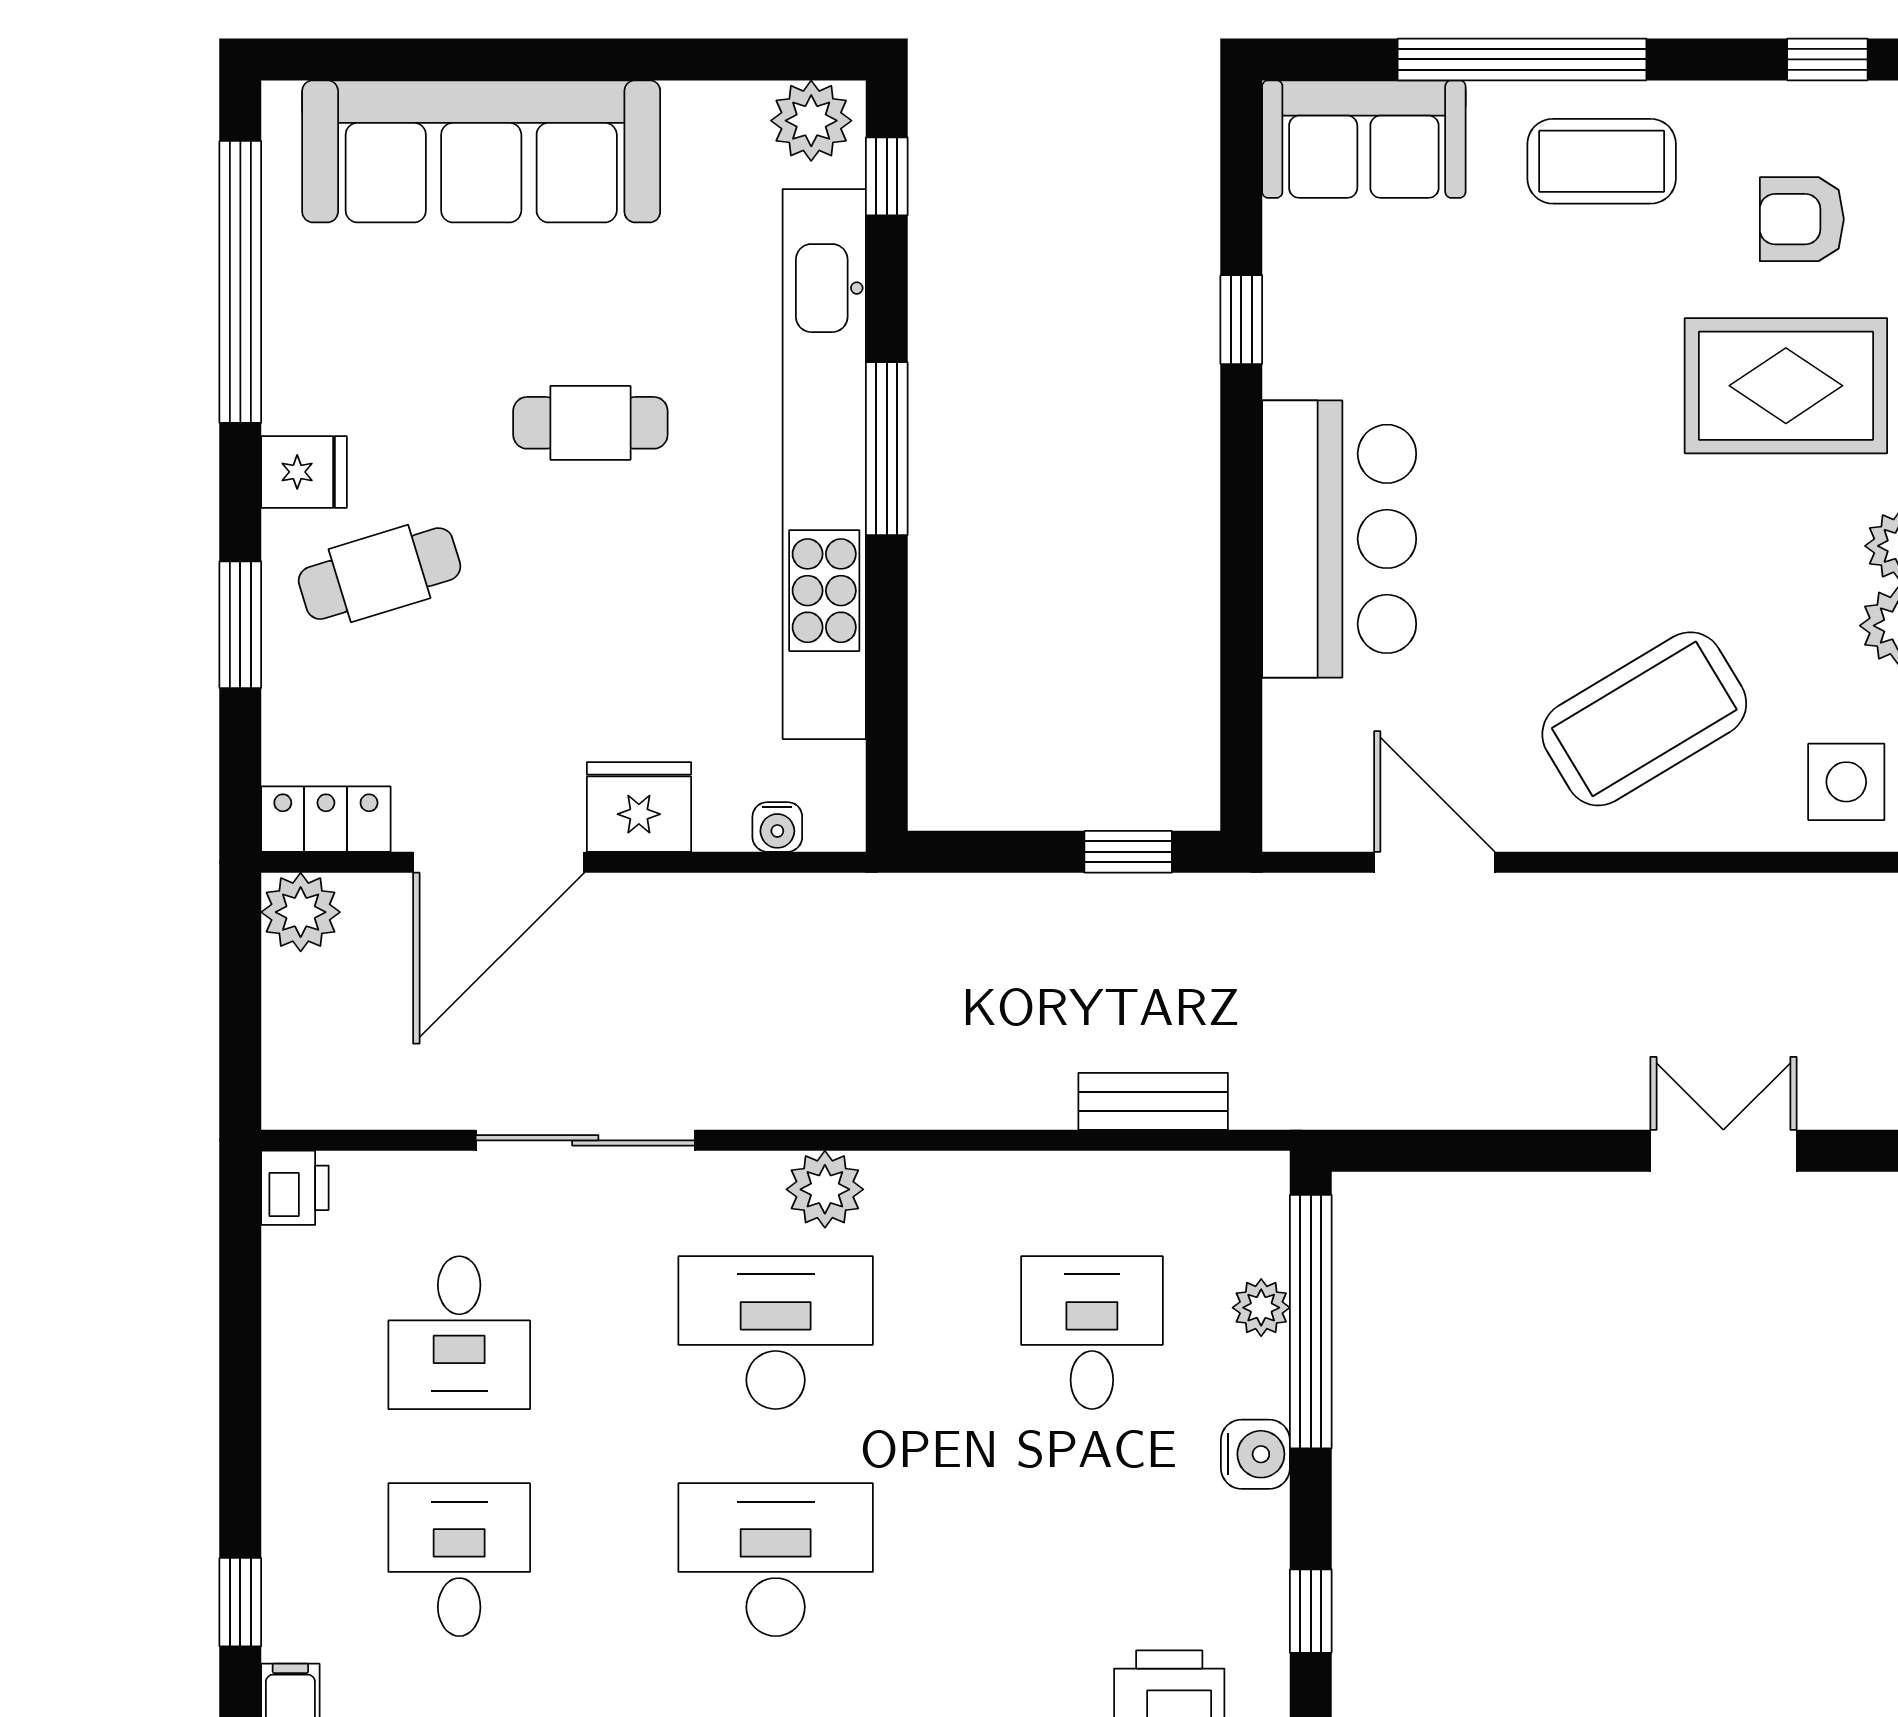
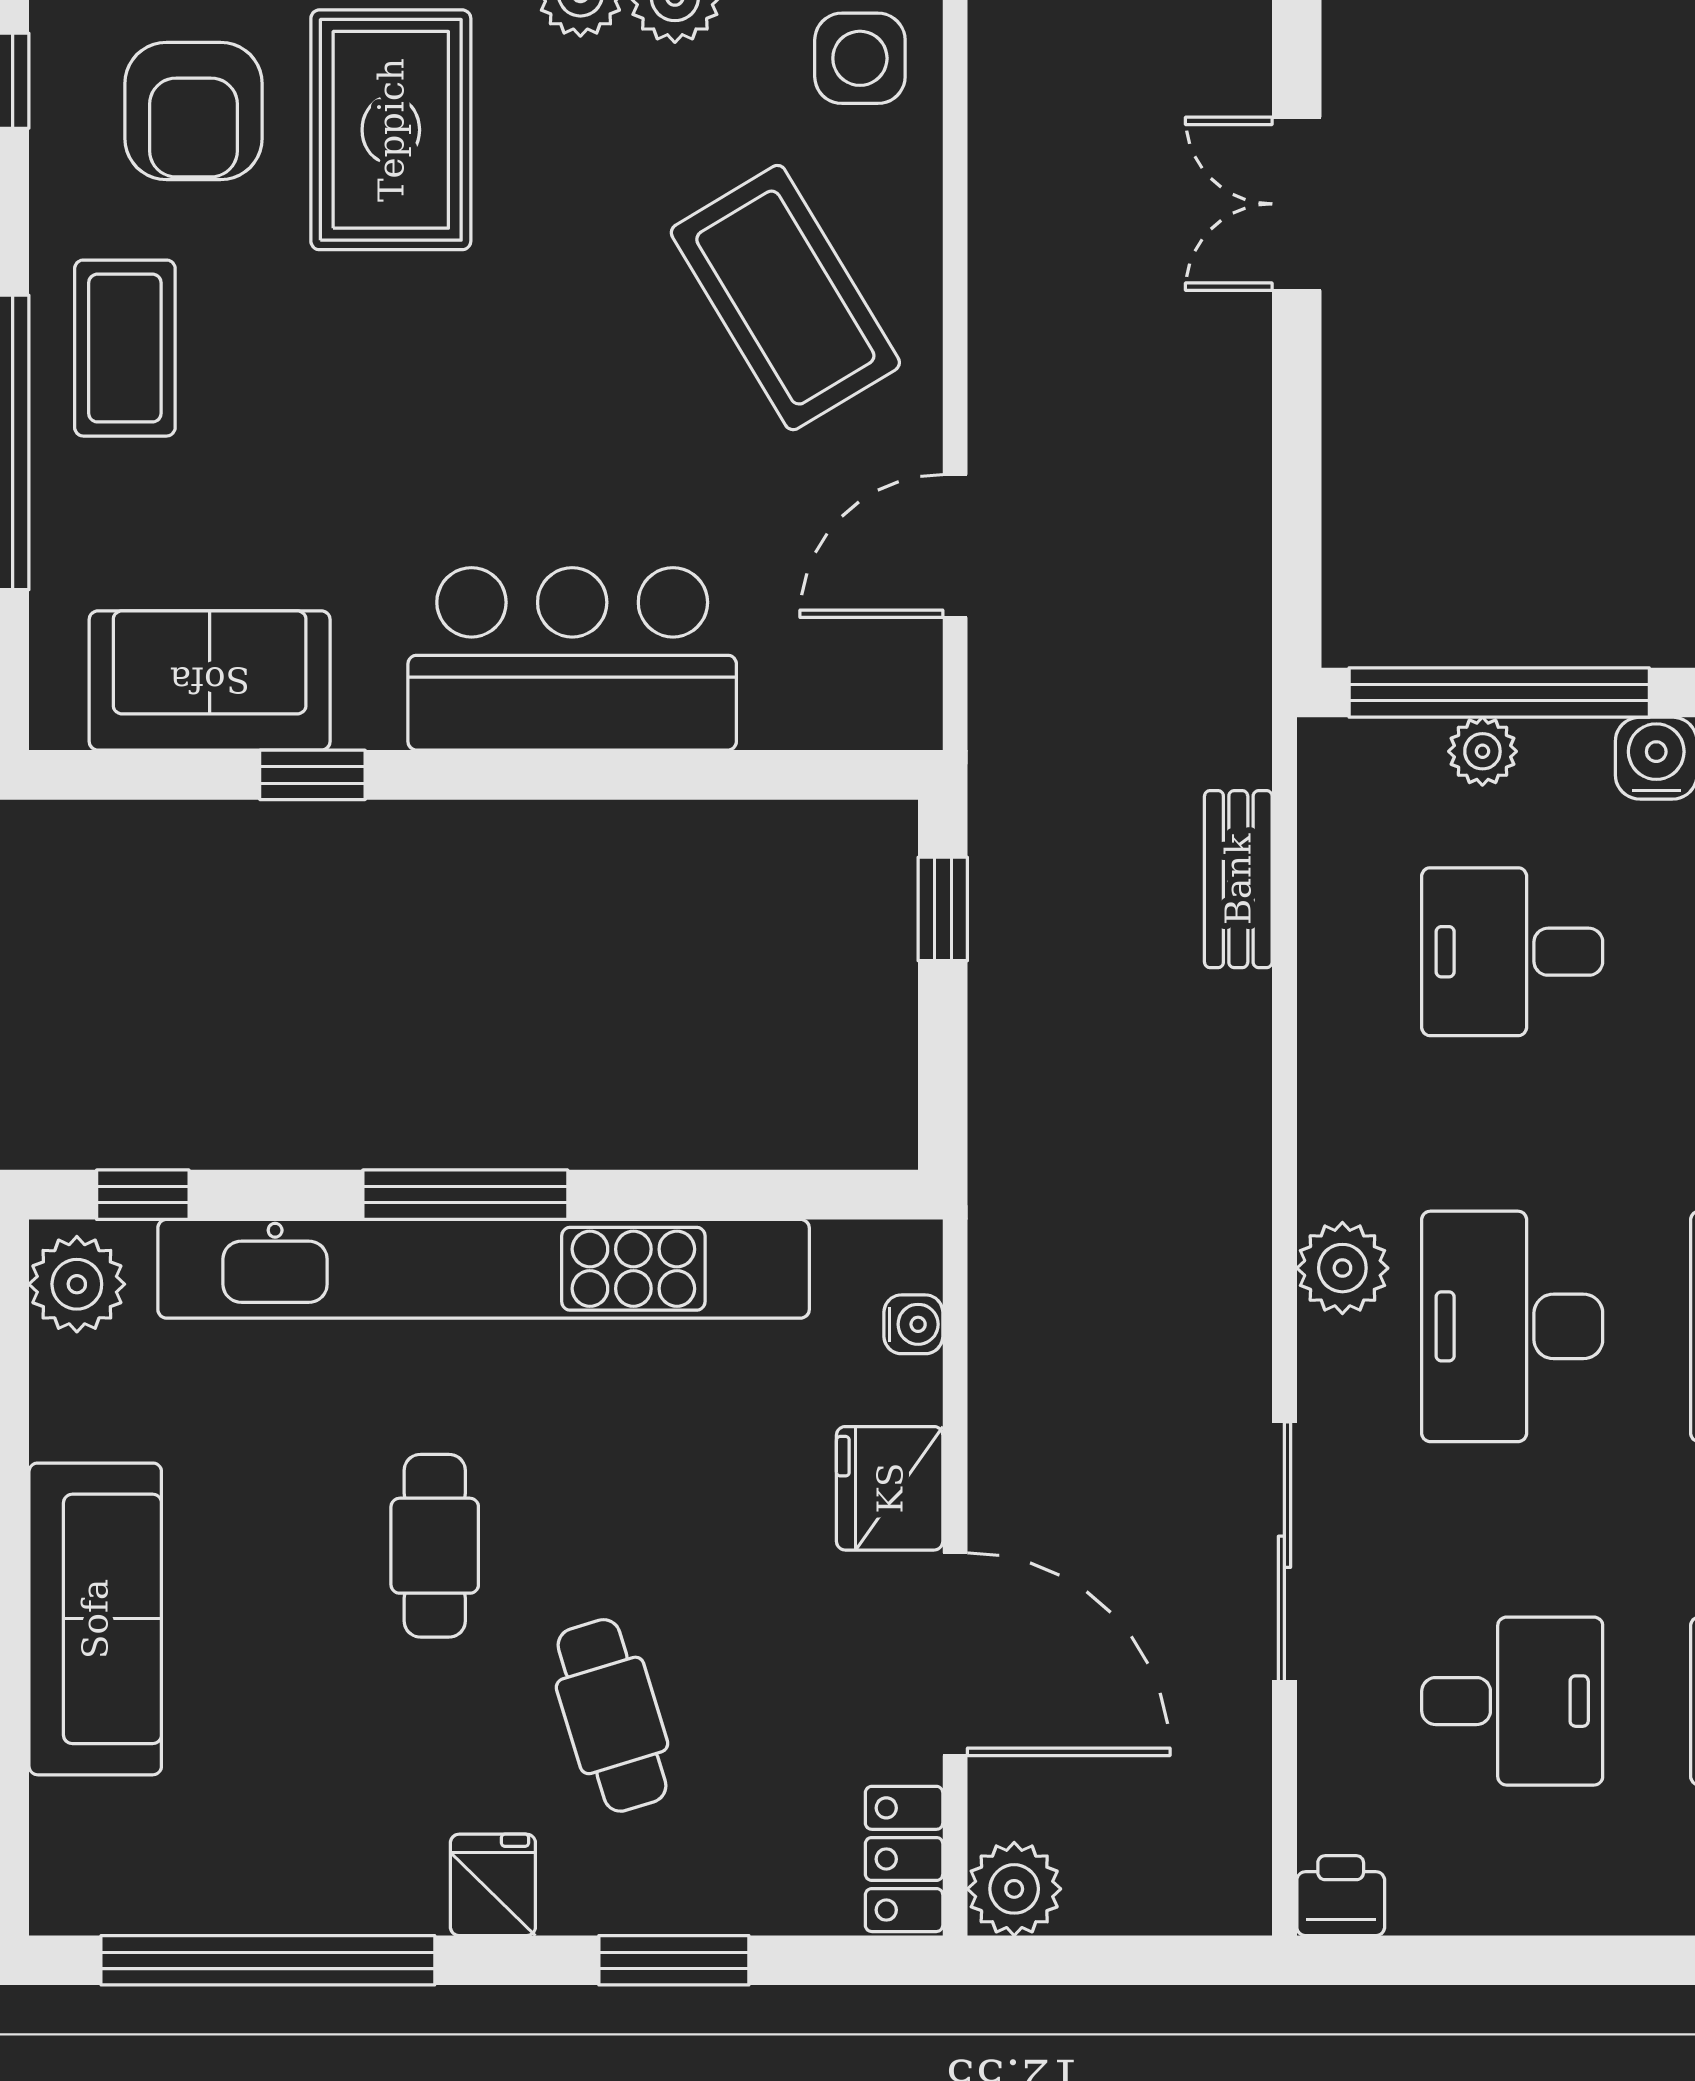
sofa: (1364, 139) -> (210, 680), moved, turned -90
sofa: (481, 151) -> (95, 1619), width x0.74, depth x0.79
armchair: (1802, 219) -> (193, 111), width x1.38, depth x1.38
cafe table: (380, 574) -> (612, 1715), moved

